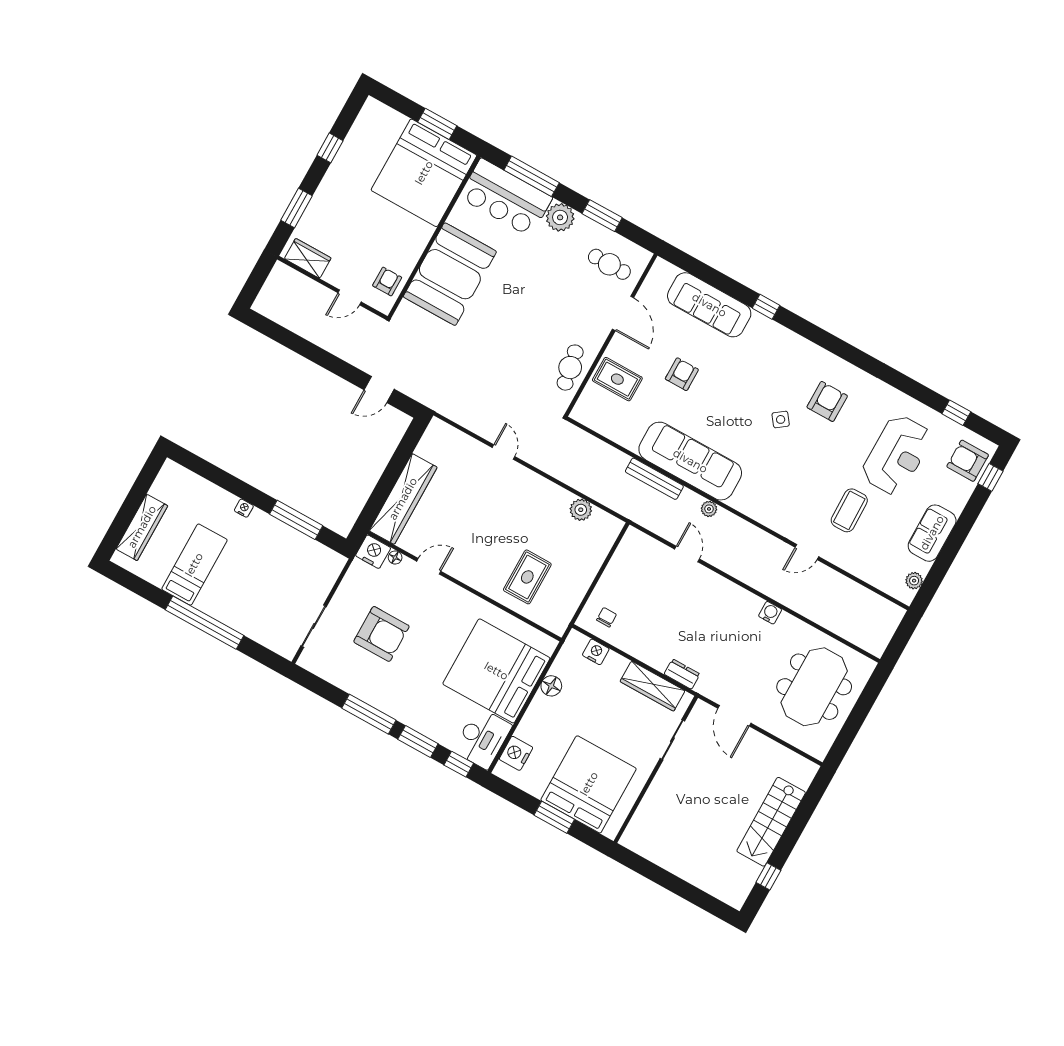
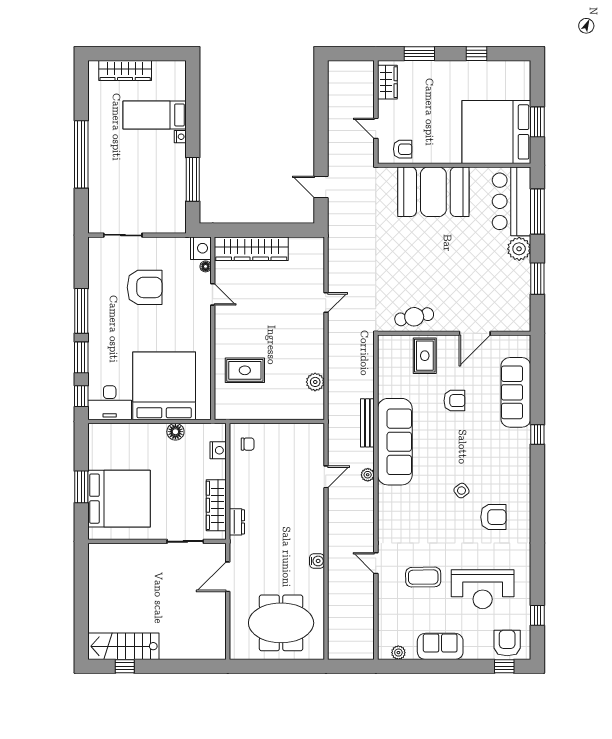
cafe table: (609, 264) -> (505, 304), removed
bed: (194, 565) -> (155, 115), moved, turned 180
armchair: (381, 634) -> (145, 287), turned -90
nightstand: (516, 753) -> (112, 433), removed
stairs: (771, 822) -> (123, 646), moved

